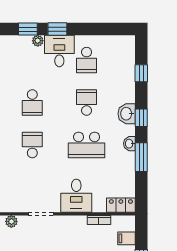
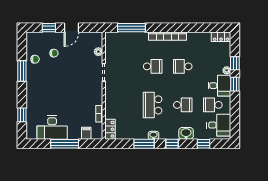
washbasin: (127, 114) -> (186, 133), moved
desk: (76, 196) -> (219, 125), moved, turned 180

